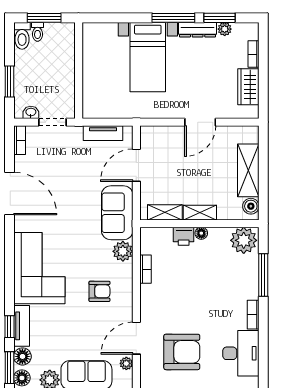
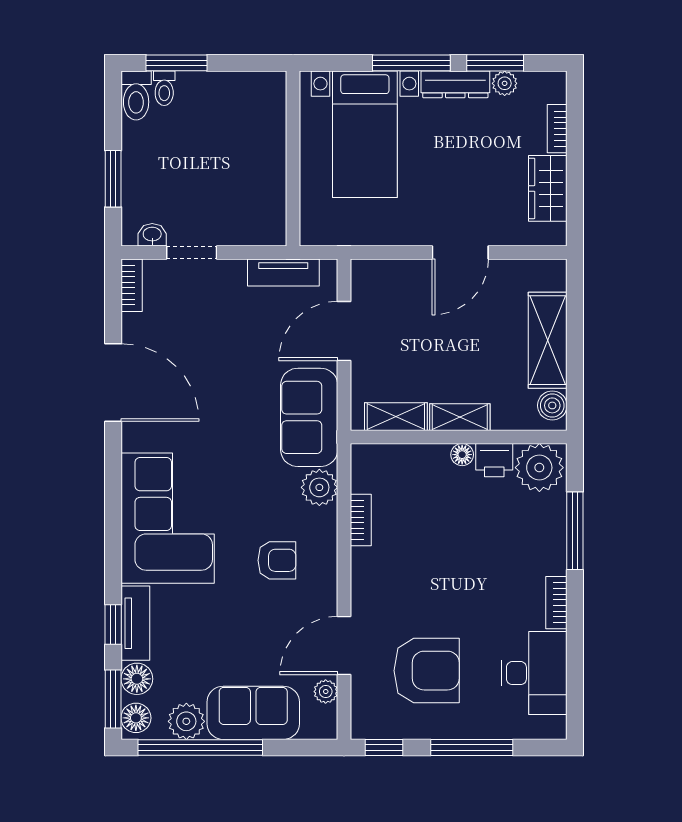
wall: (79, 70) -> (293, 158), moved
printer: (184, 236) -> (494, 460), moved

